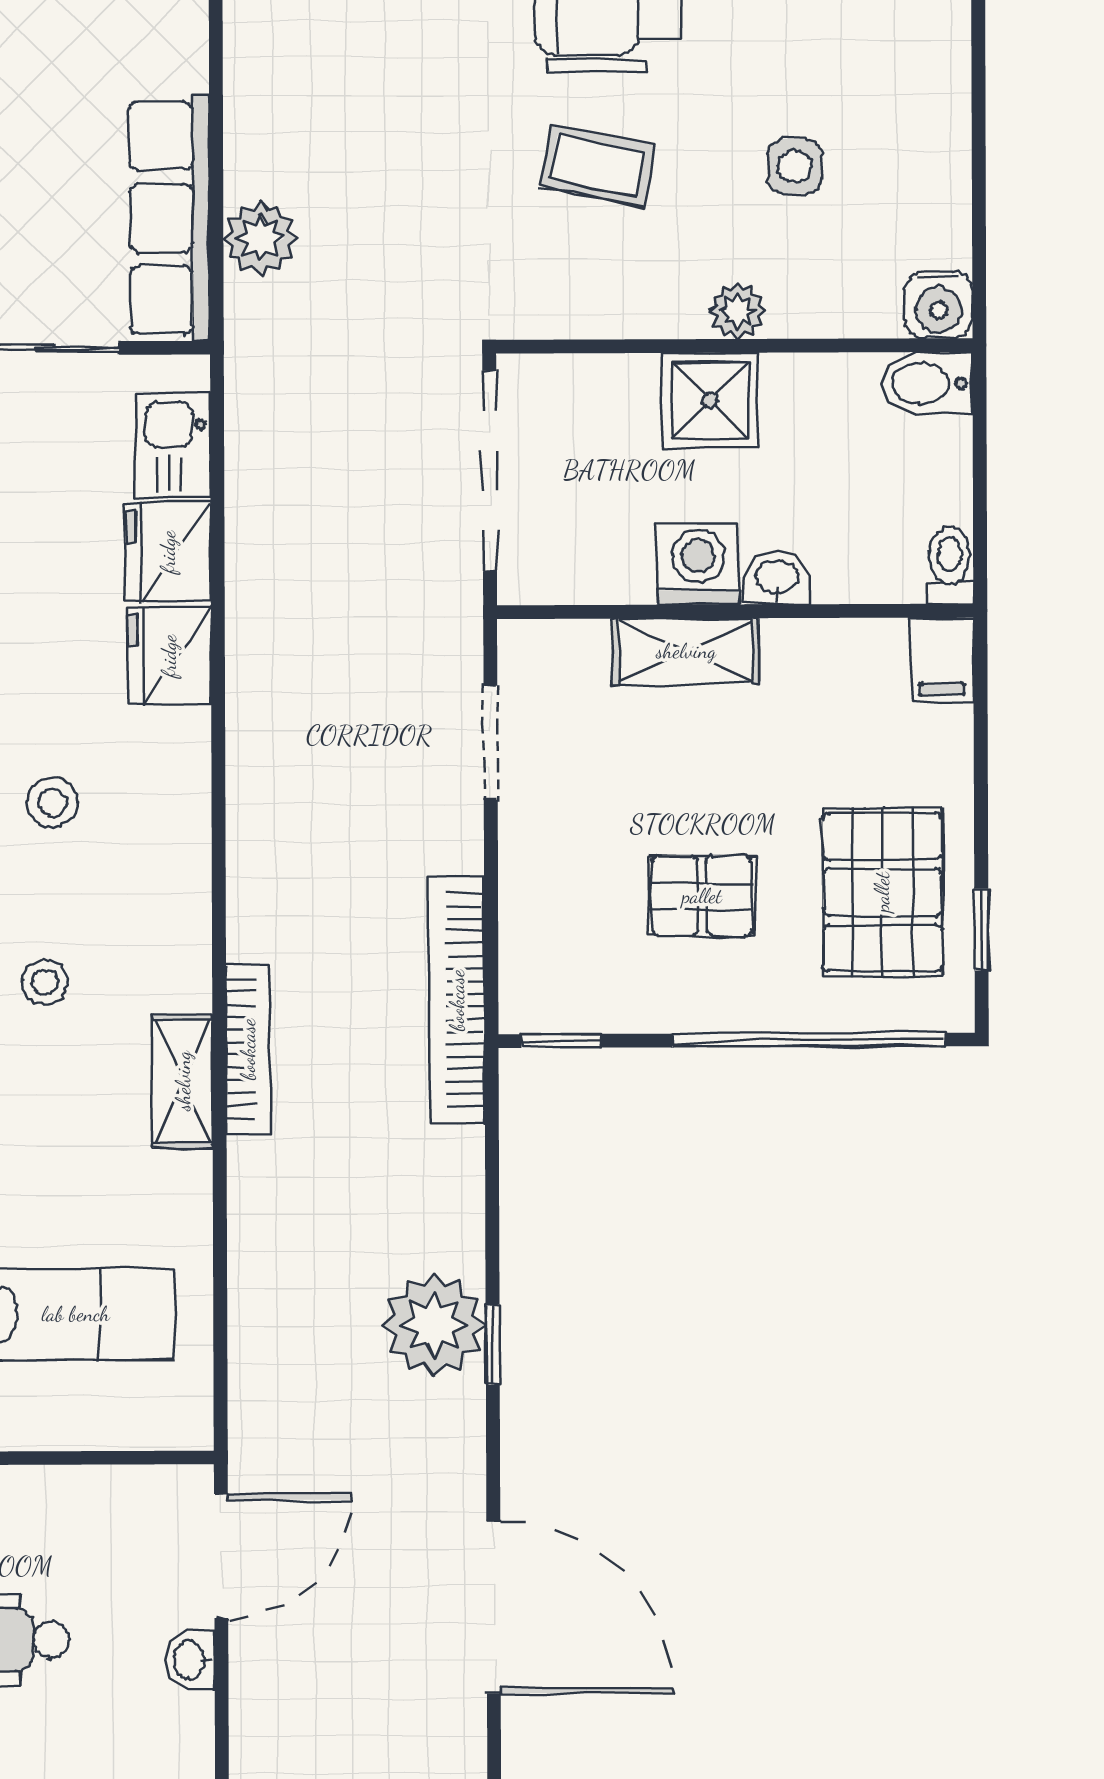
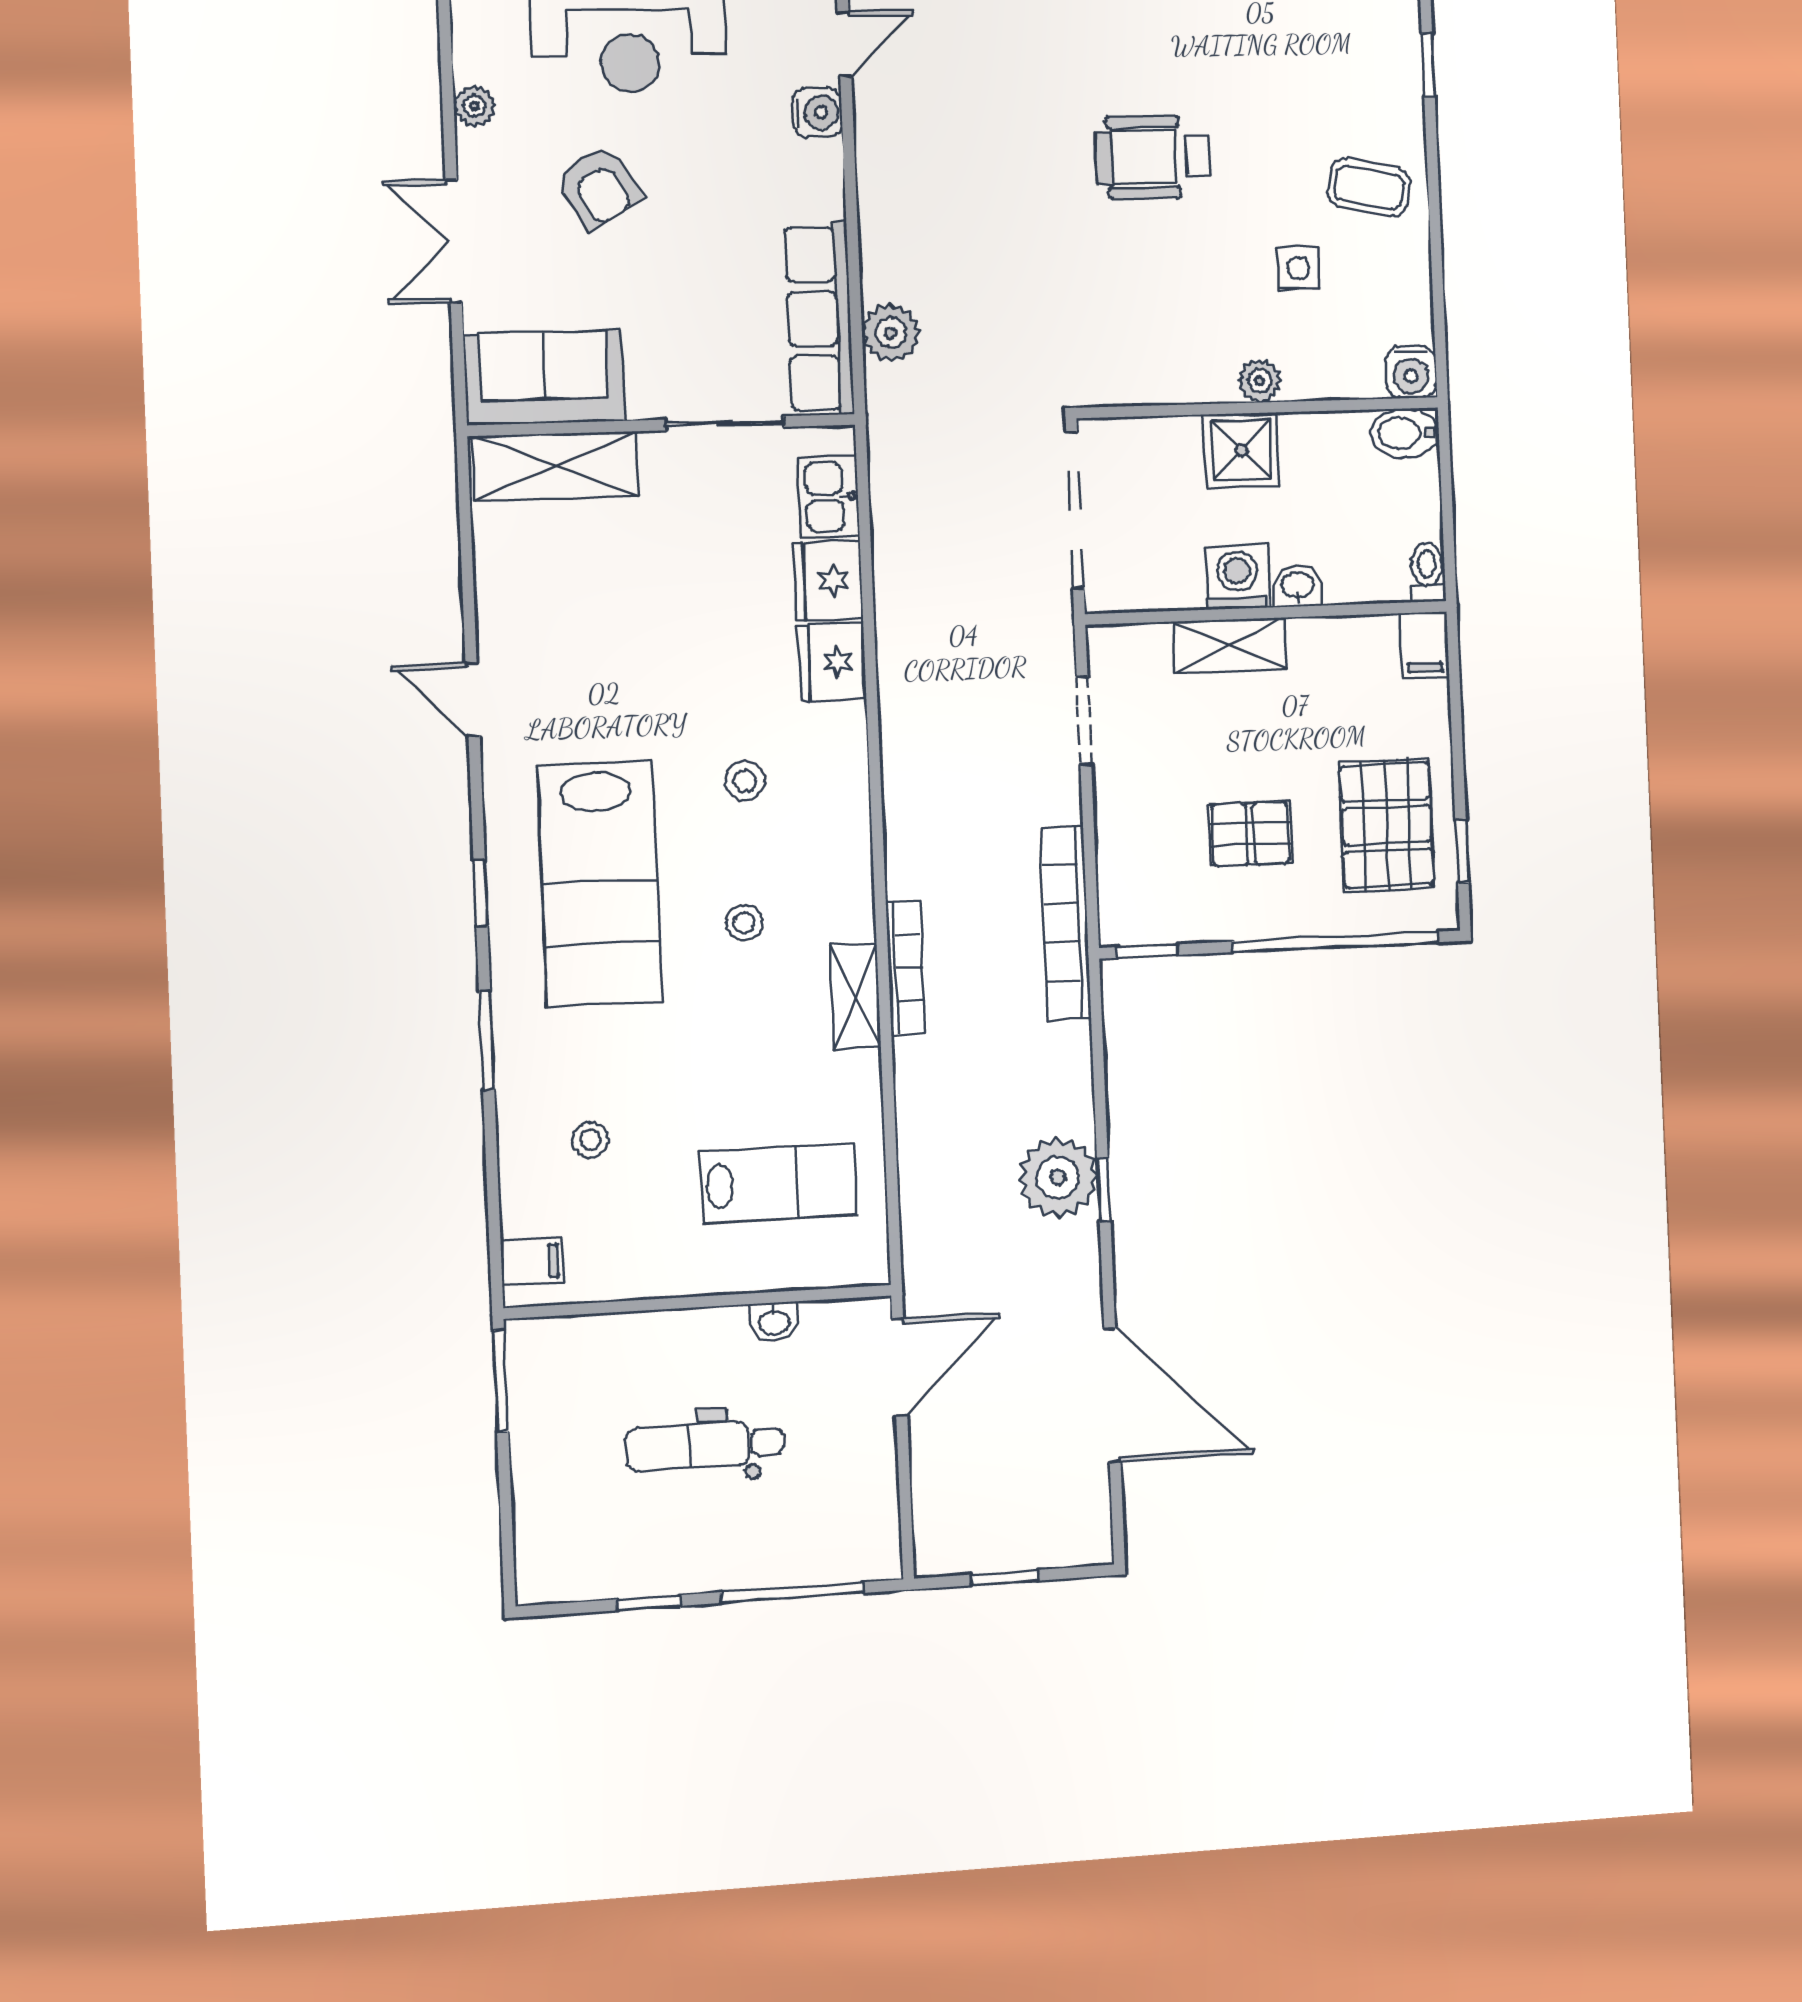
coffee table: (597, 166) -> (1369, 187), moved
washbasin: (190, 1660) -> (774, 1322), moved, turned -90

